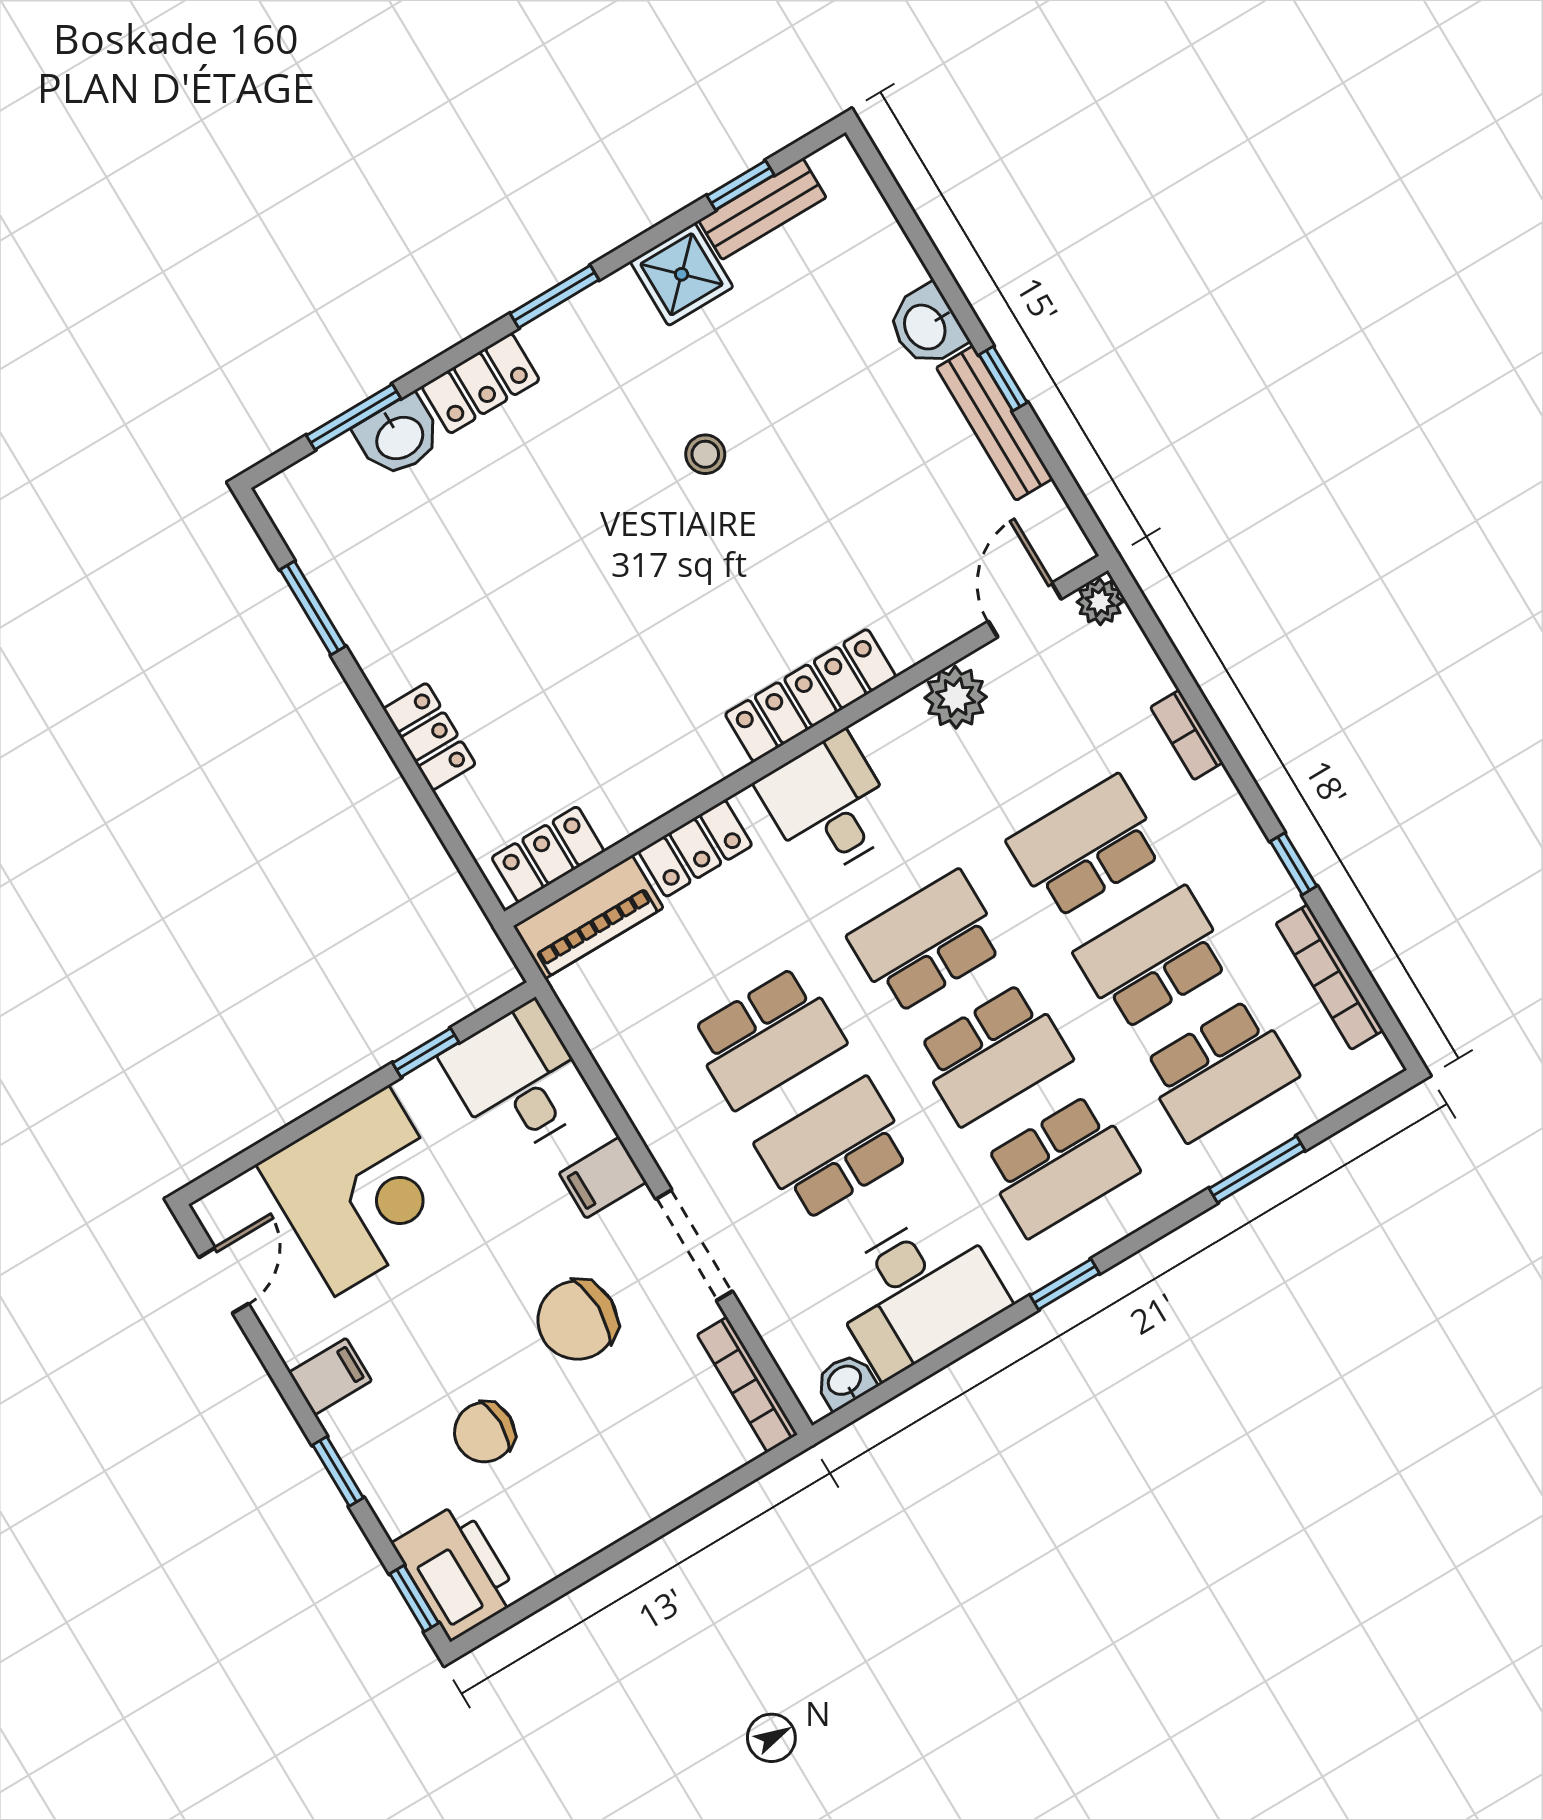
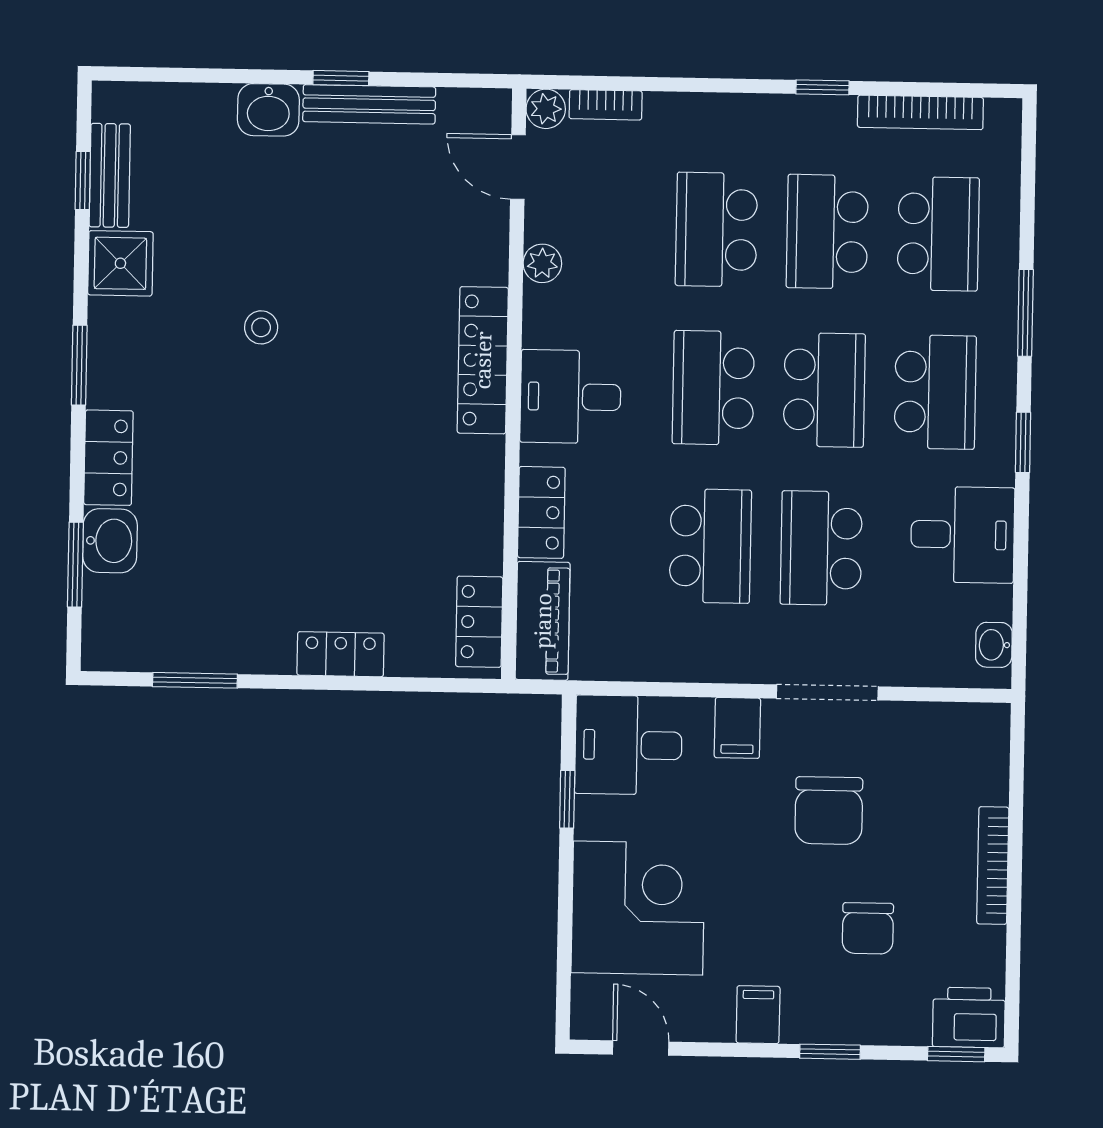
plant: (956, 697) -> (542, 263), width x0.73, depth x0.73
bookcase: (1187, 735) -> (606, 105), moved
window: (1257, 1169) -> (1025, 313), moved
desk: (917, 1292) -> (963, 535), width x0.73
bookcase: (747, 1385) -> (993, 866), moved, turned 90
printer: (456, 1571) -> (969, 1017), width x0.73, depth x0.84

